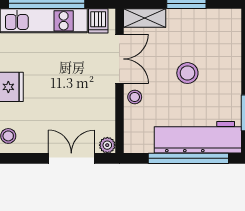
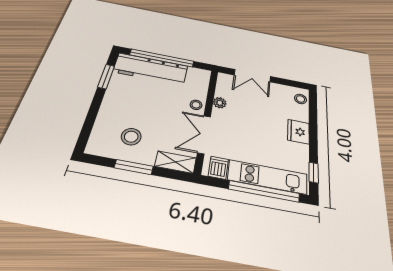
stool: (187, 73) -> (131, 137), moved
plant: (107, 145) -> (220, 103), moved

